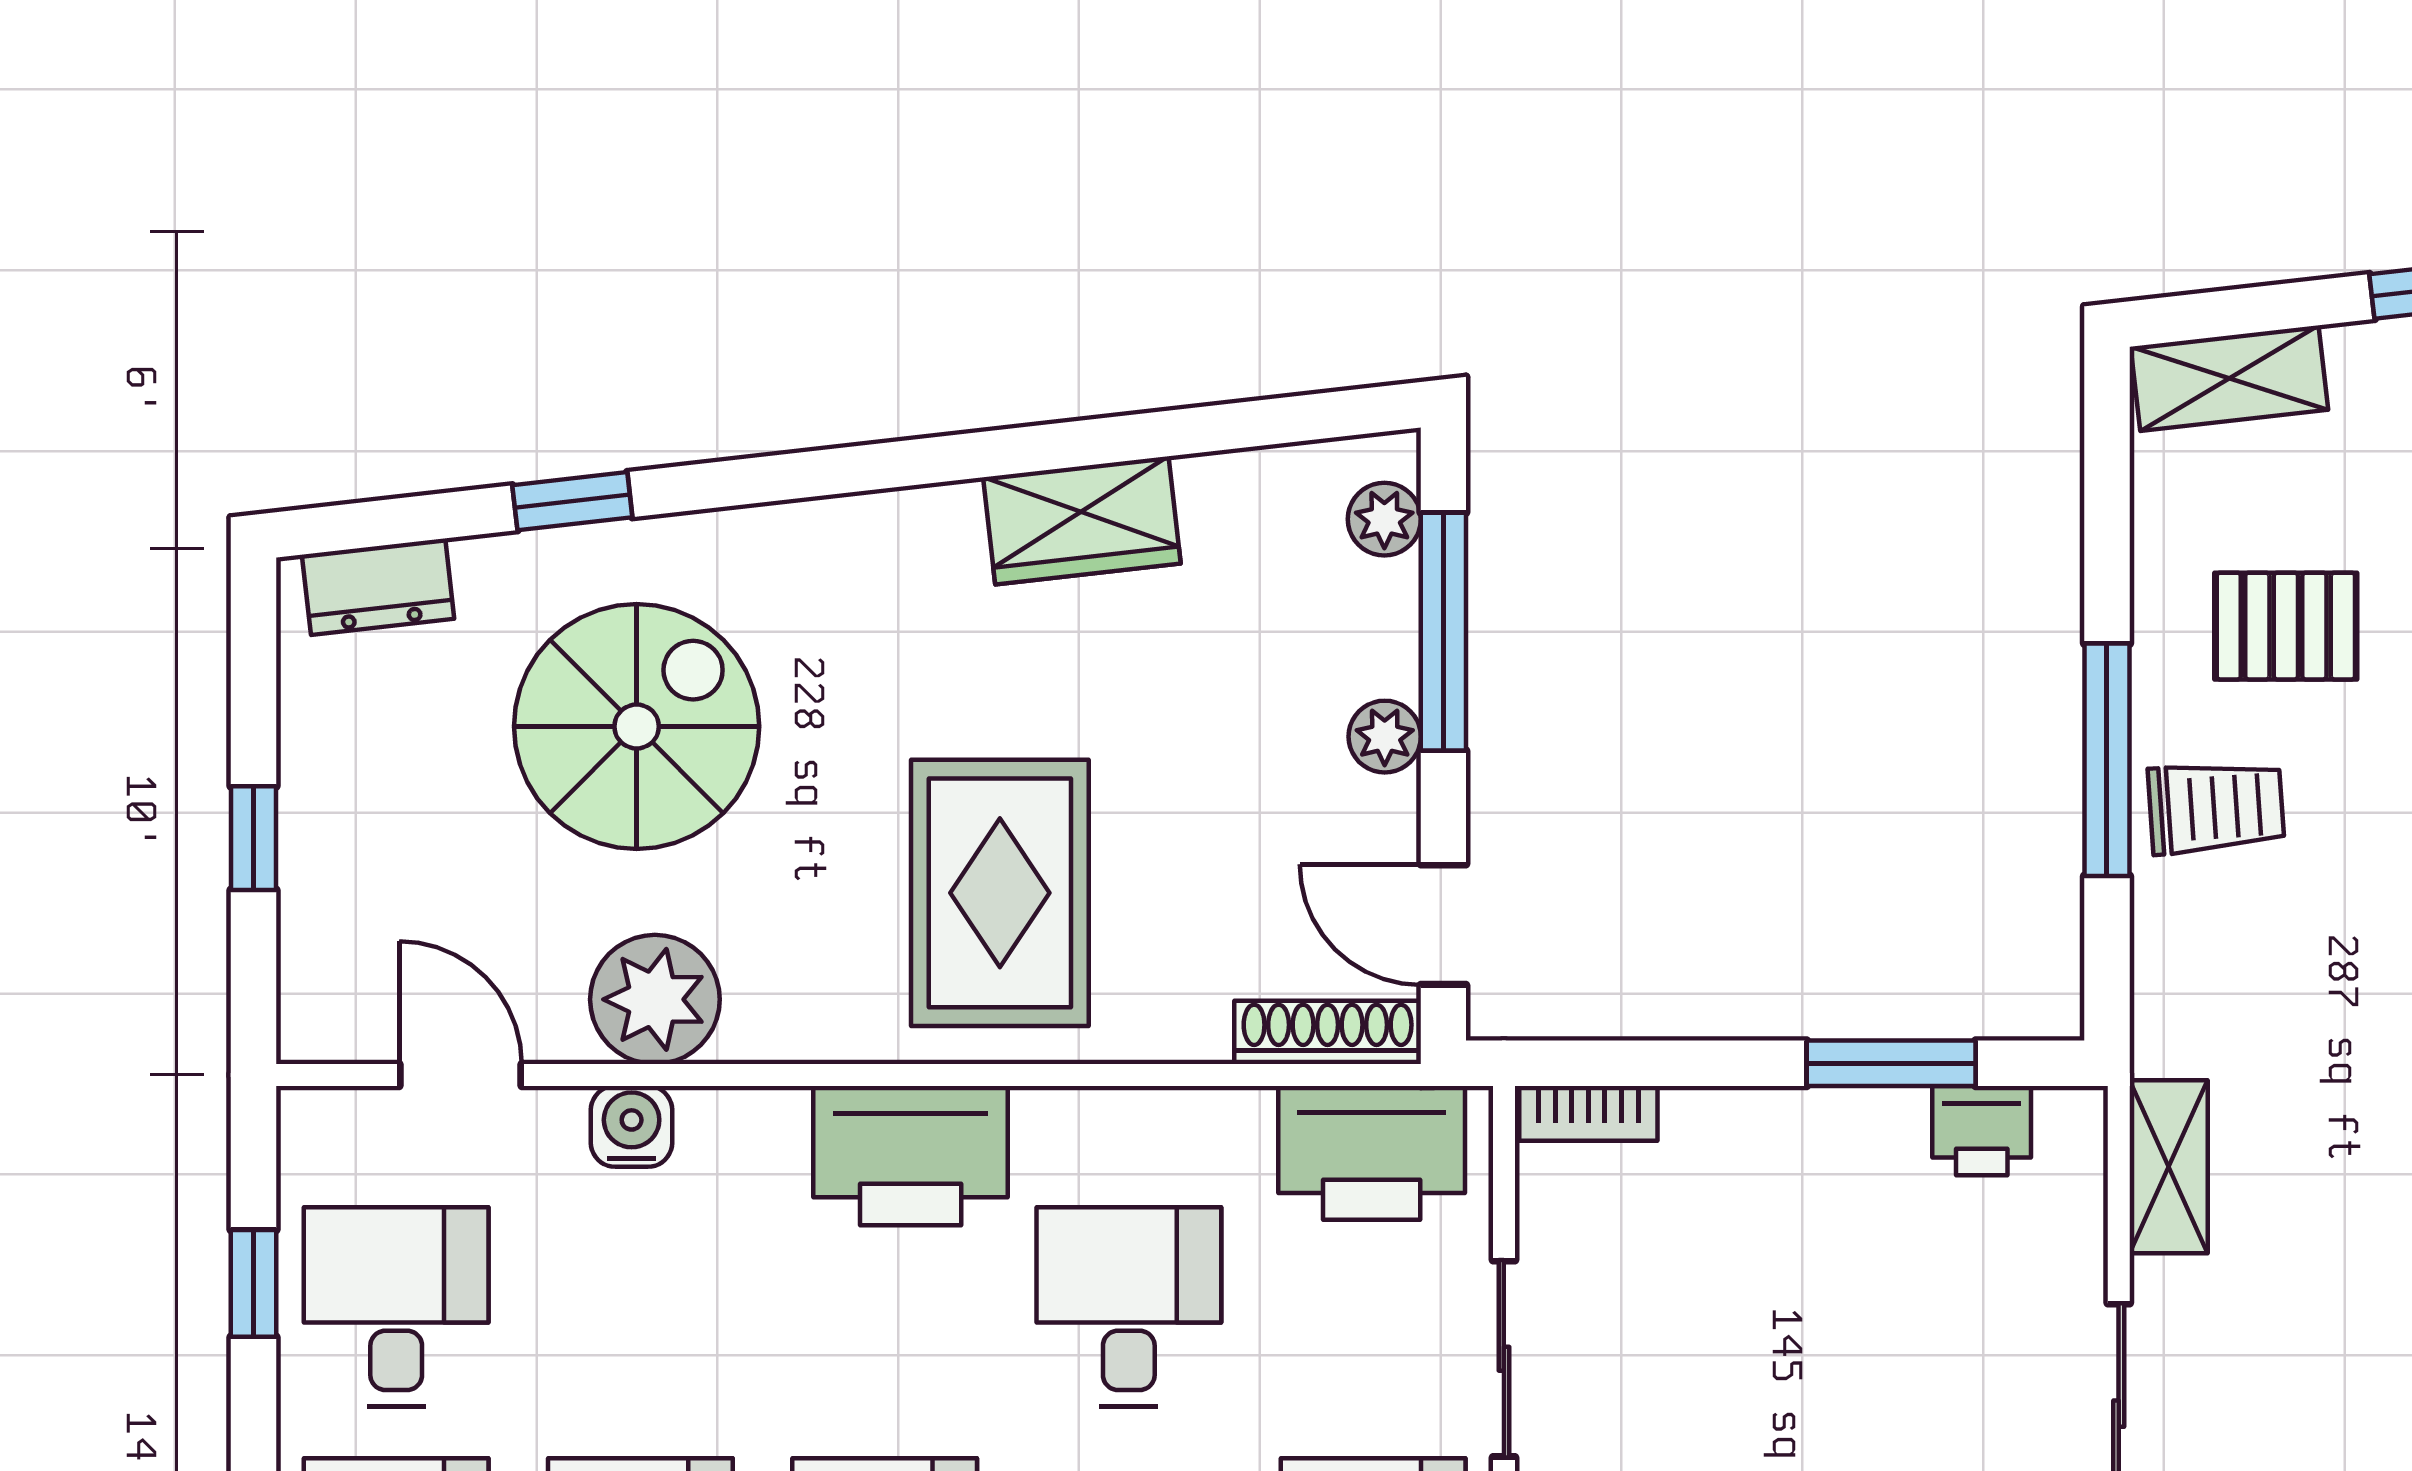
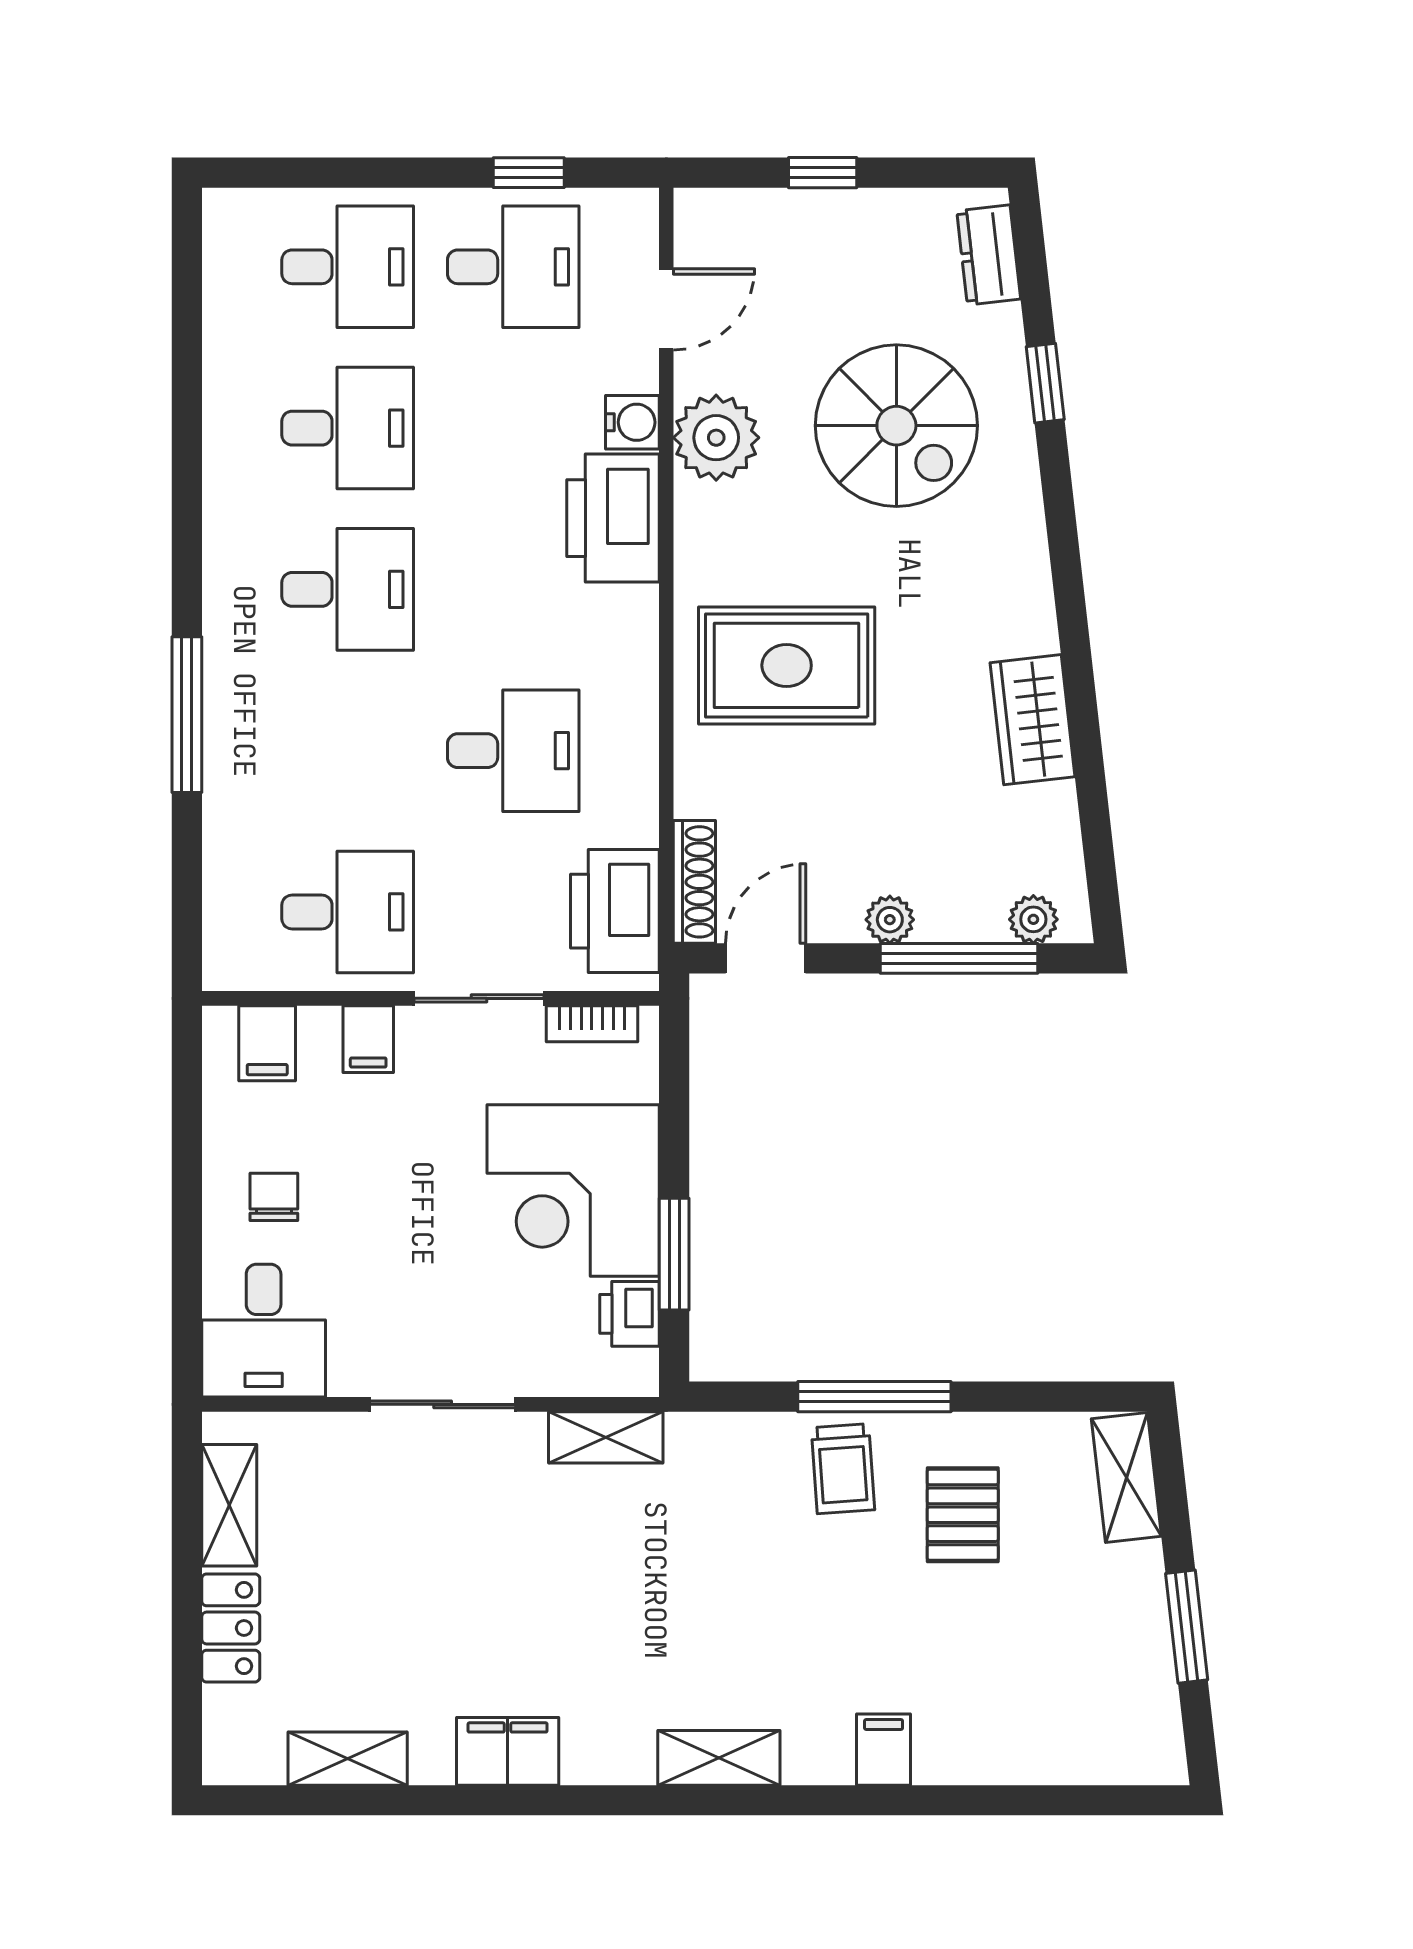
bookcase: (1588, 1113) -> (592, 1024), moved, turned -90
printer: (911, 1156) -> (613, 518), moved
corner desk: (1795, 1216) -> (573, 1190), added

